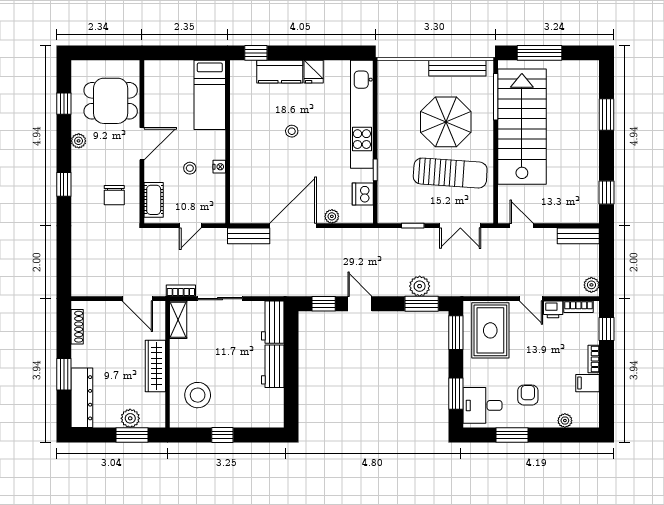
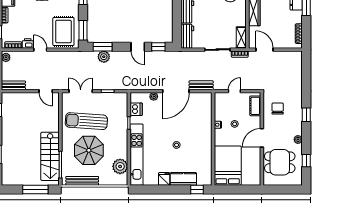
plant: (391, 93) -> (120, 166), added
bed: (210, 95) -> (228, 166), width x1.50
stairs: (522, 127) -> (50, 156), width x0.73, depth x0.66

